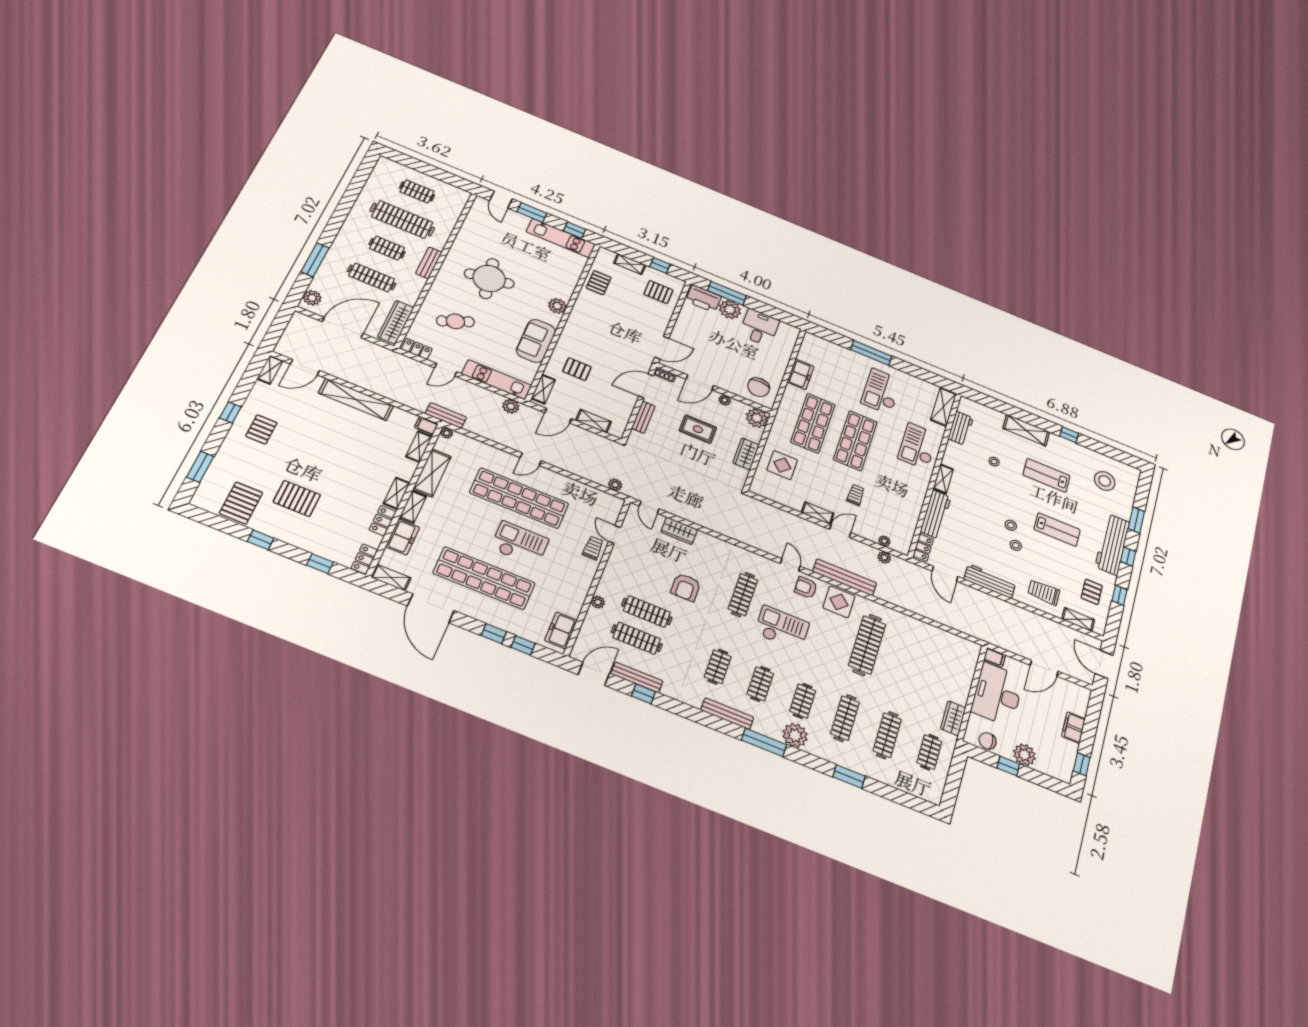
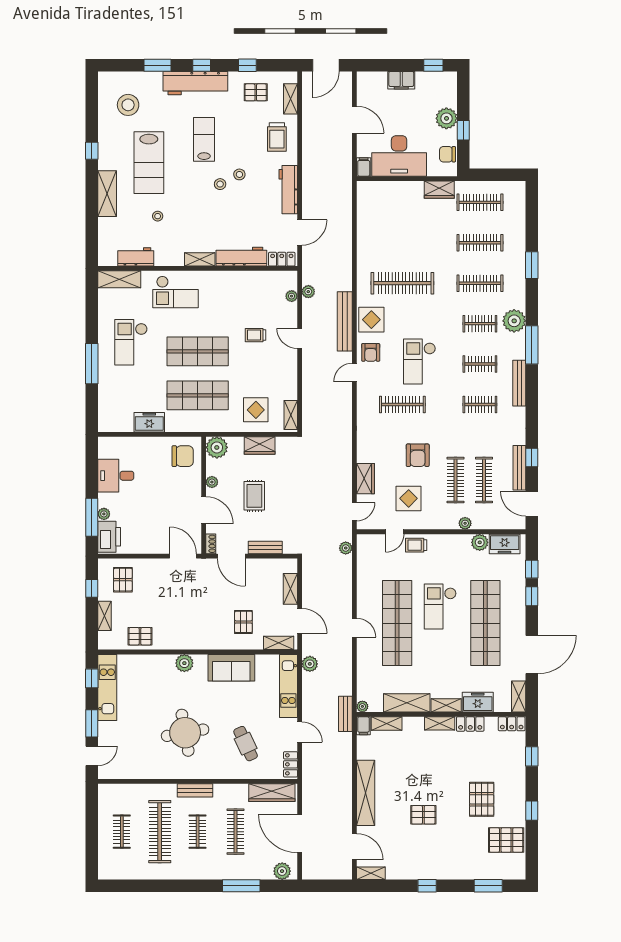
plant: (730, 310) -> (104, 514), width x0.53, depth x0.53
checkout: (881, 391) -> (131, 342), turned 90
pallet: (261, 429) -> (423, 815), moved
lab bench: (1046, 475) -> (149, 163), width x1.36, depth x1.39
shelving: (818, 513) -> (291, 415), moved
display table: (644, 561) -> (409, 498), added
armchair: (686, 587) -> (418, 455), turned 90
plant: (572, 608) -> (480, 542), added
chair: (987, 741) -> (448, 154), turned 90
clothes rail: (929, 752) -> (480, 202), width x1.36

